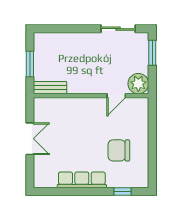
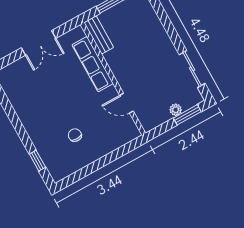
plant: (138, 84) -> (176, 110), moved, width x0.53, depth x0.53
chair: (119, 150) -> (75, 135), width x0.54, depth x0.54
row of seats: (82, 180) -> (93, 64), moved, turned 180

